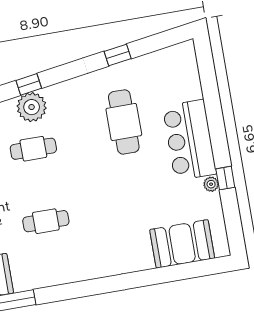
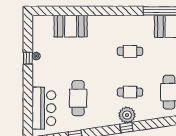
bar counter: (190, 140) -> (44, 108), moved
booth: (182, 244) -> (71, 26), moved

